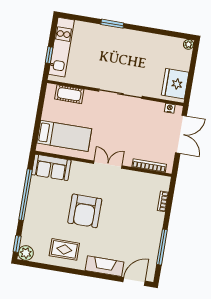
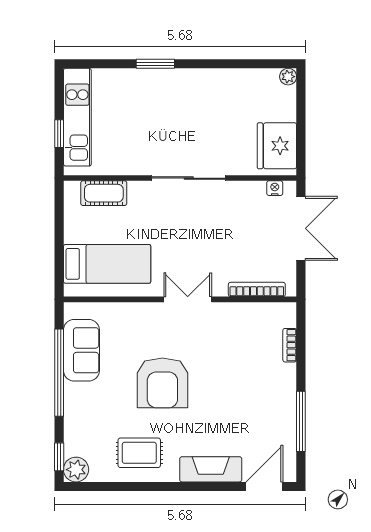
sofa: (51, 167) -> (81, 350), moved, turned -90

